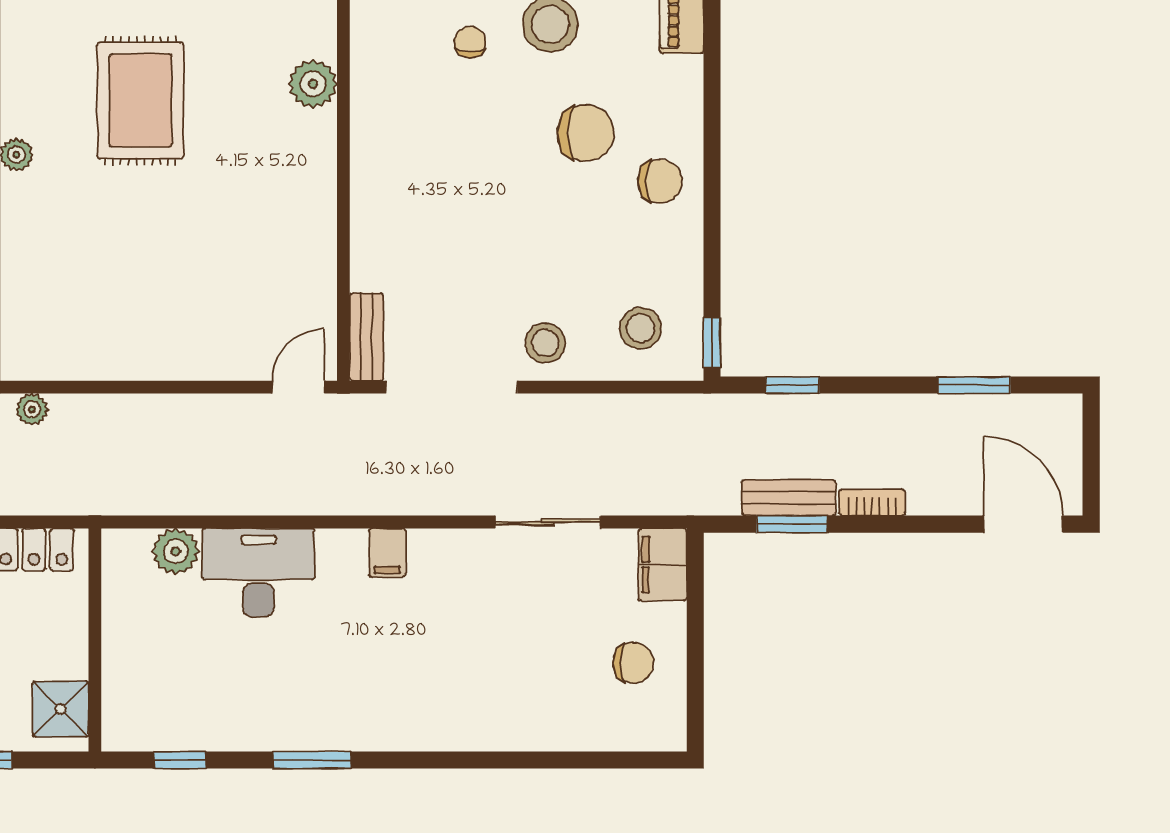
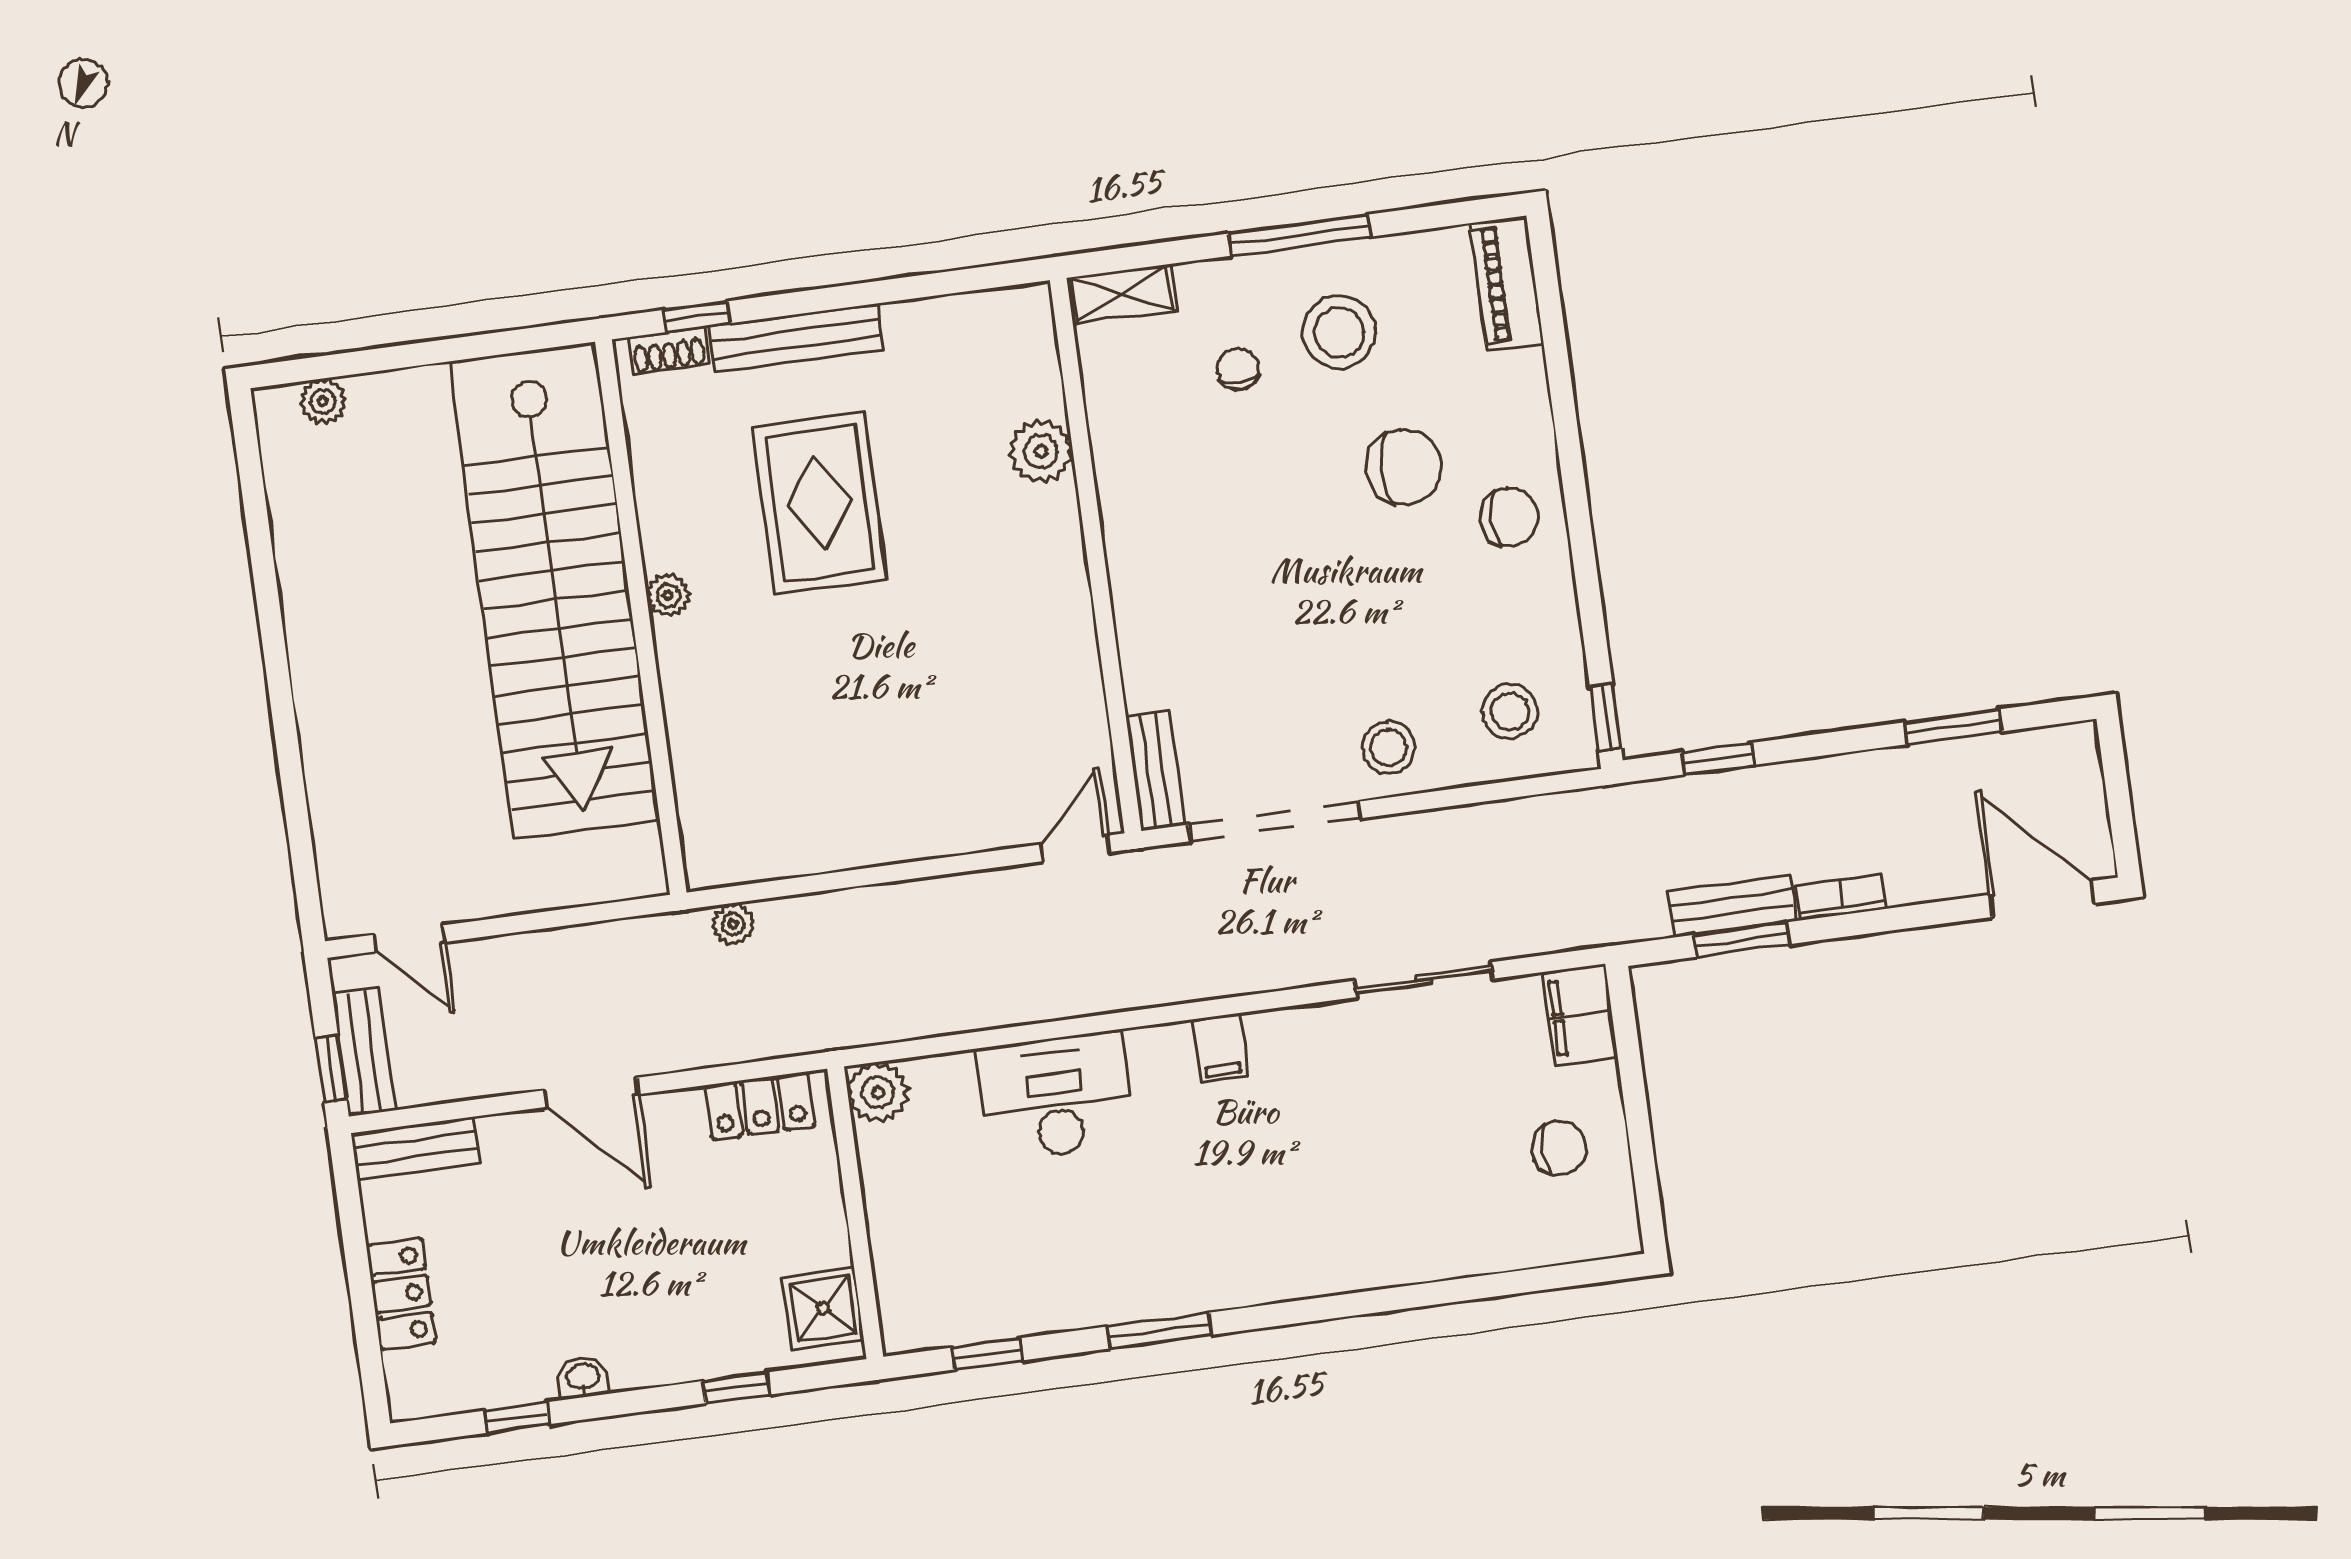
plant: (176, 551) -> (878, 1092), moved

